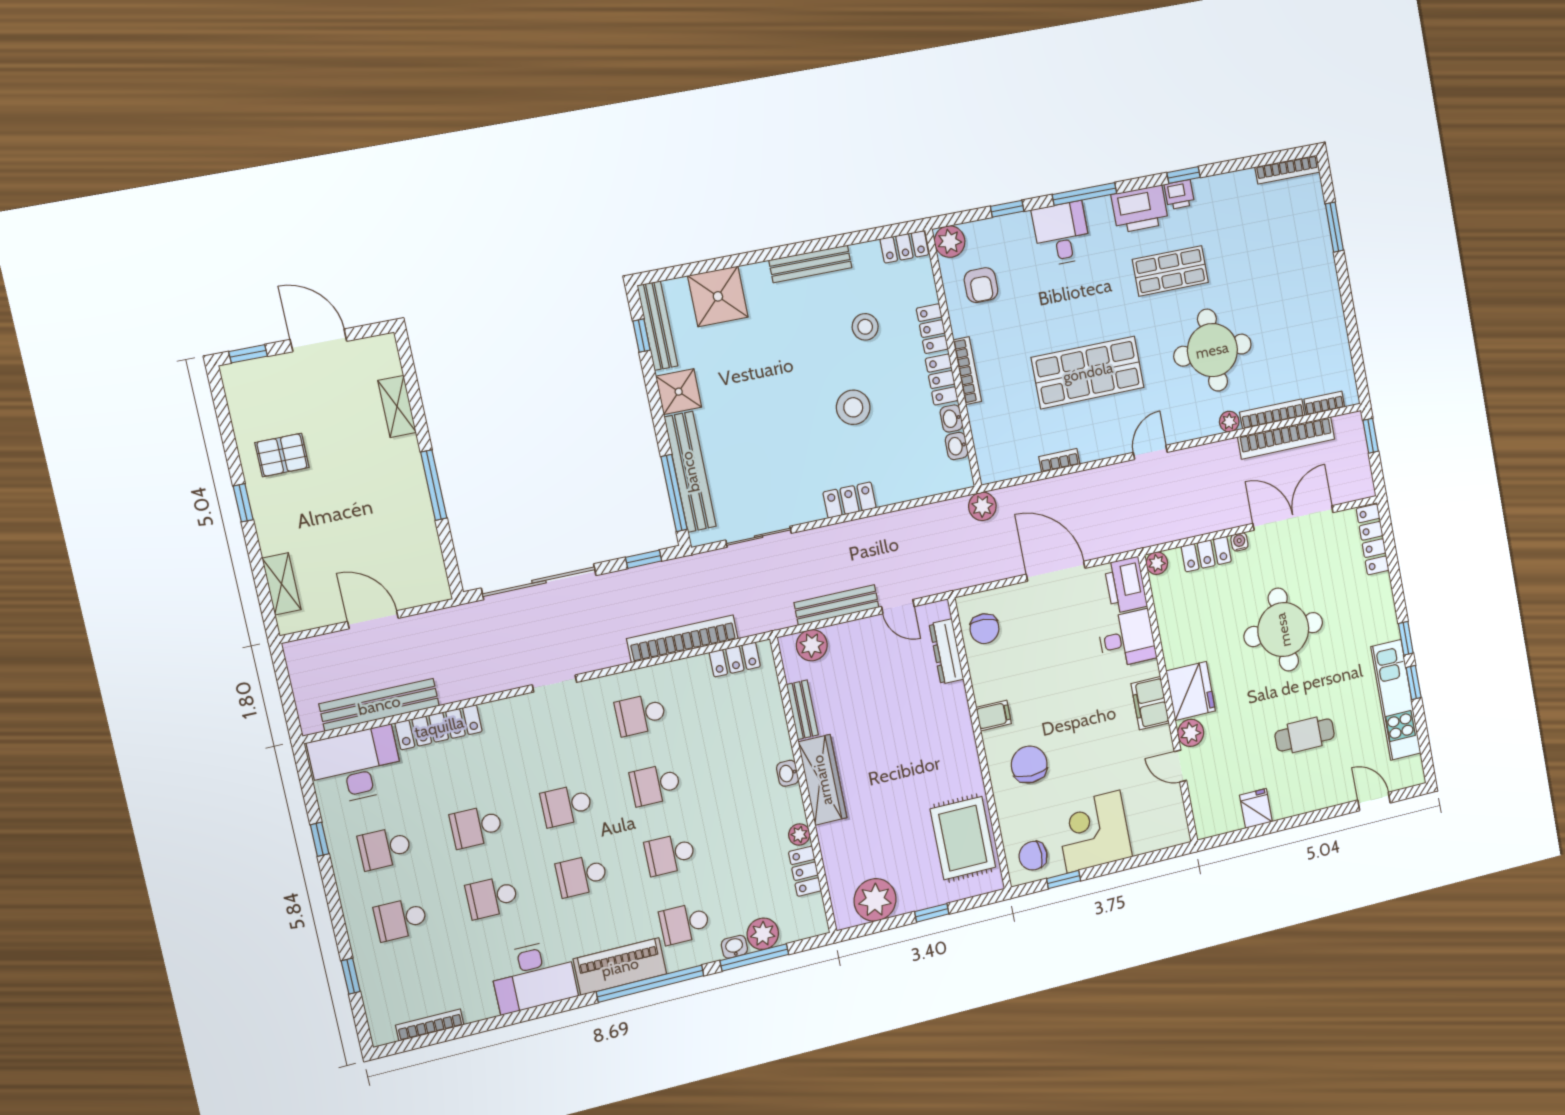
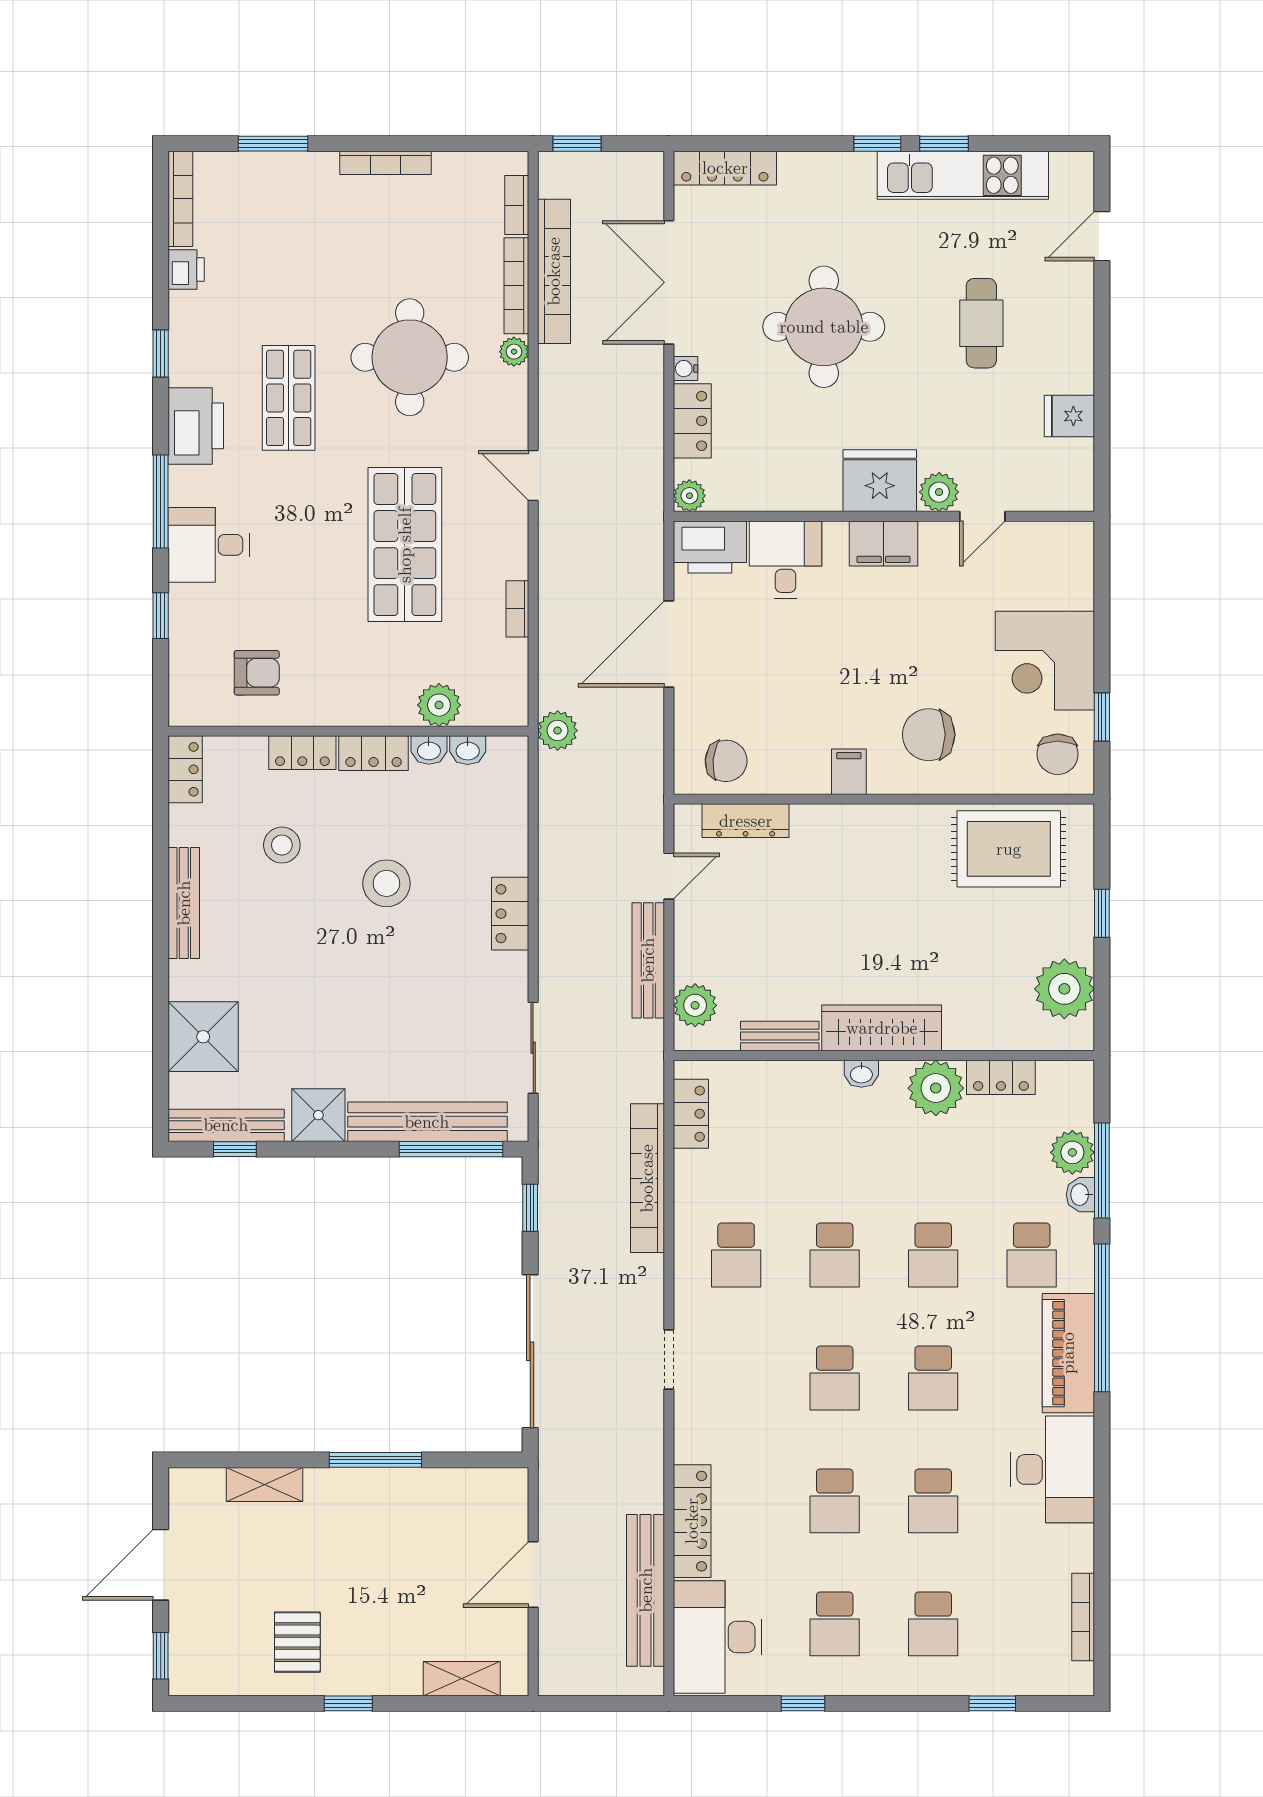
printer: (1179, 195) -> (186, 270), moved
plant: (950, 242) -> (439, 705), moved
bookcase: (967, 371) -> (385, 163), moved, turned 180
plant: (799, 835) -> (936, 1088), width x1.87, depth x1.87

